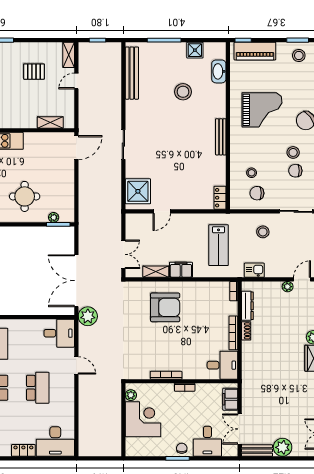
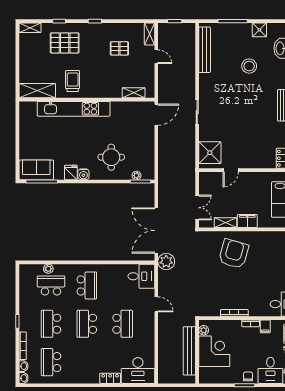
door: (76, 81) -> (156, 57), swing flipped
armchair: (165, 307) -> (234, 254), turned -74
filing cabinet: (201, 391) -> (265, 326), added
bench: (114, 419) -> (189, 351), added

